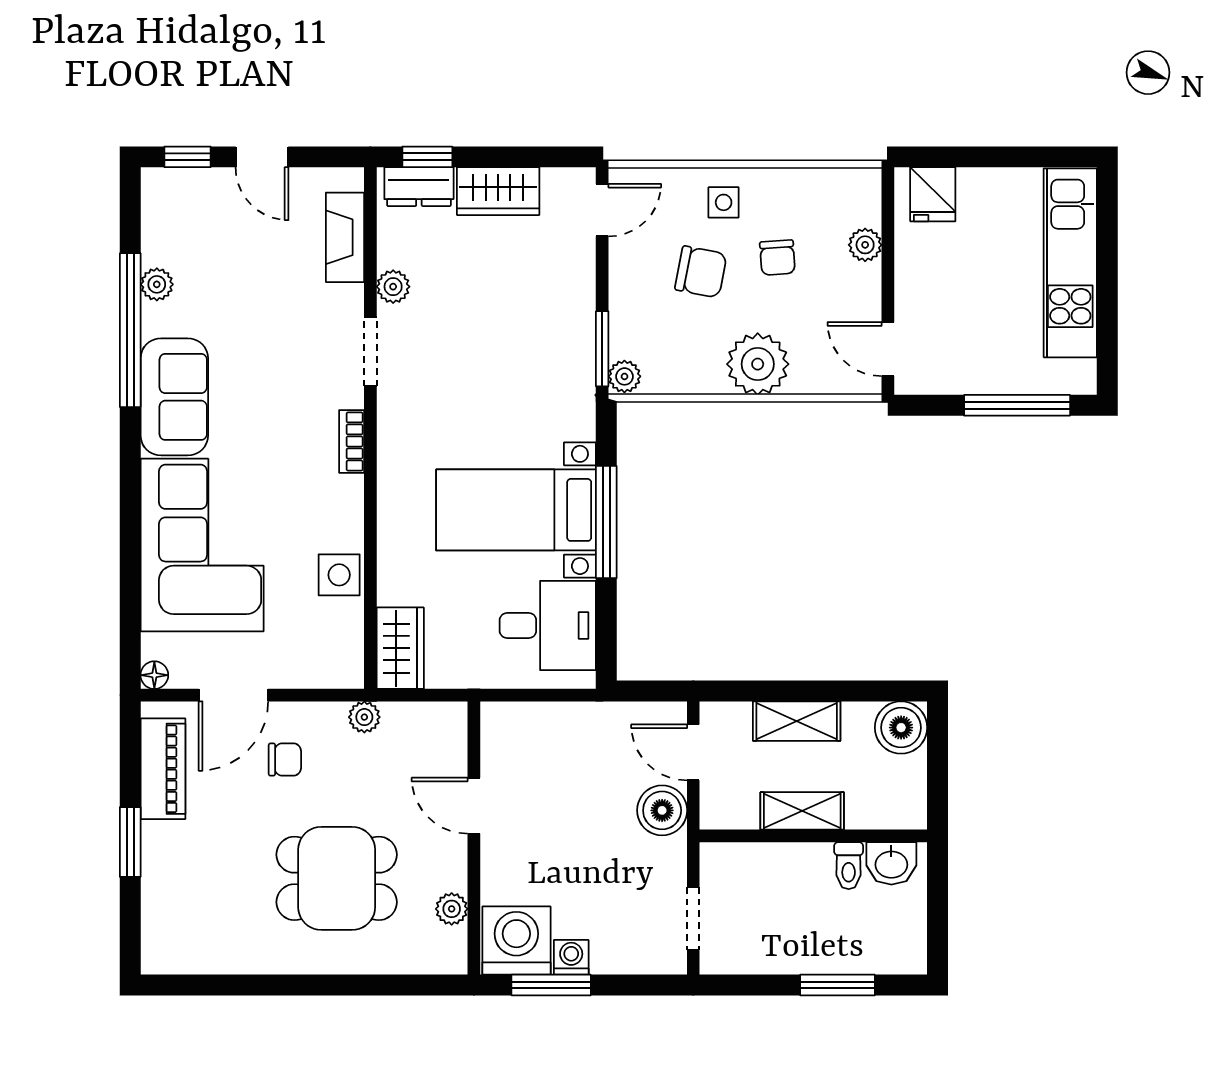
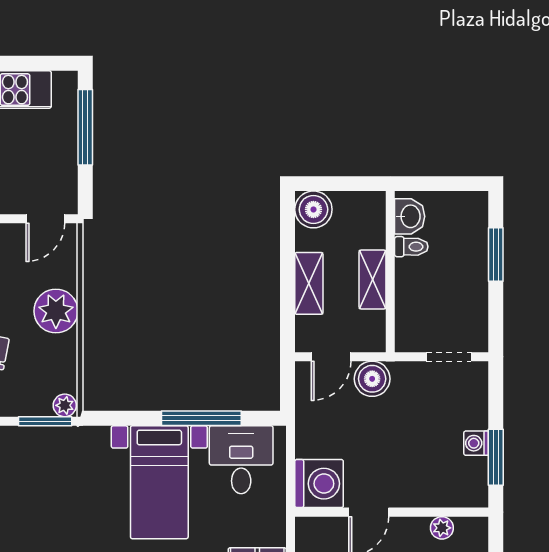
window: (606, 522) -> (201, 418), moved
washing machine: (516, 941) -> (319, 484), moved, turned 180

